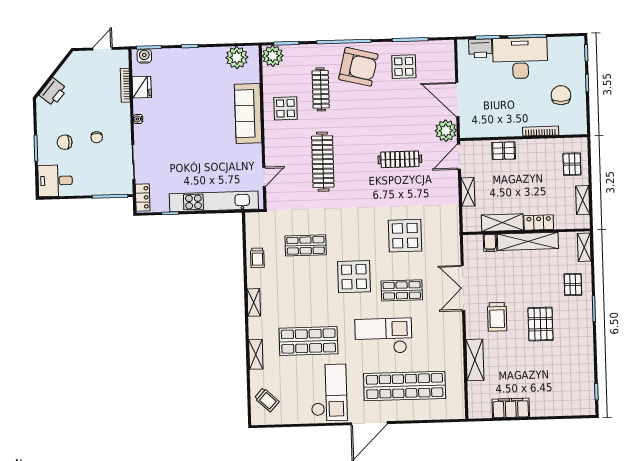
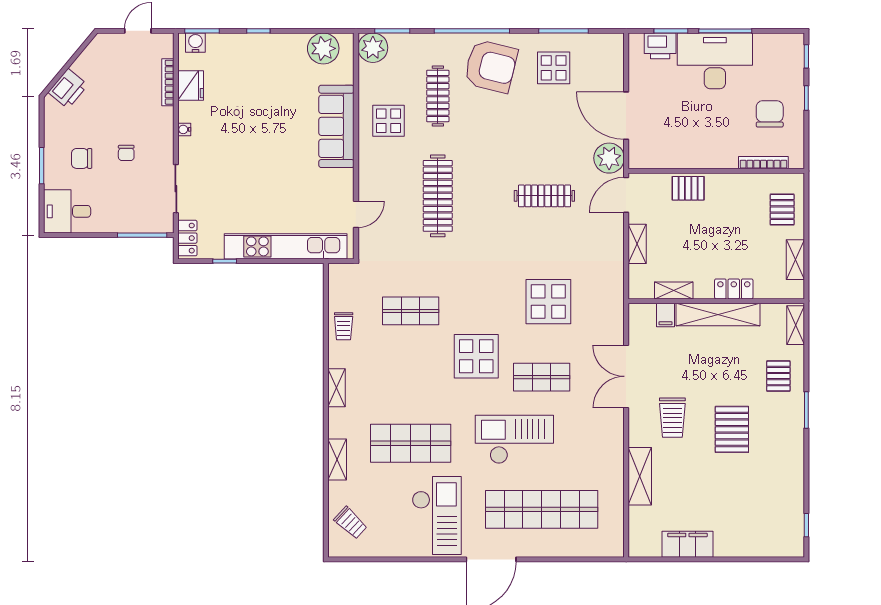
bookcase: (541, 131) -> (763, 163), moved
shelving: (502, 223) -> (674, 290), width x0.67, depth x0.75

